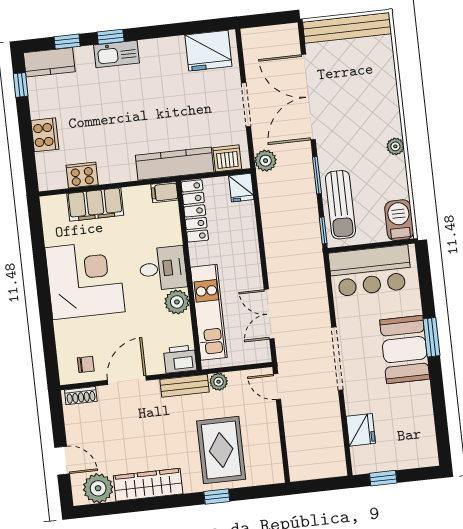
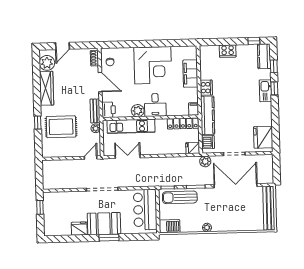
cooker: (82, 175) -> (206, 88), moved
fridge: (361, 430) -> (79, 229), moved, turned 180

